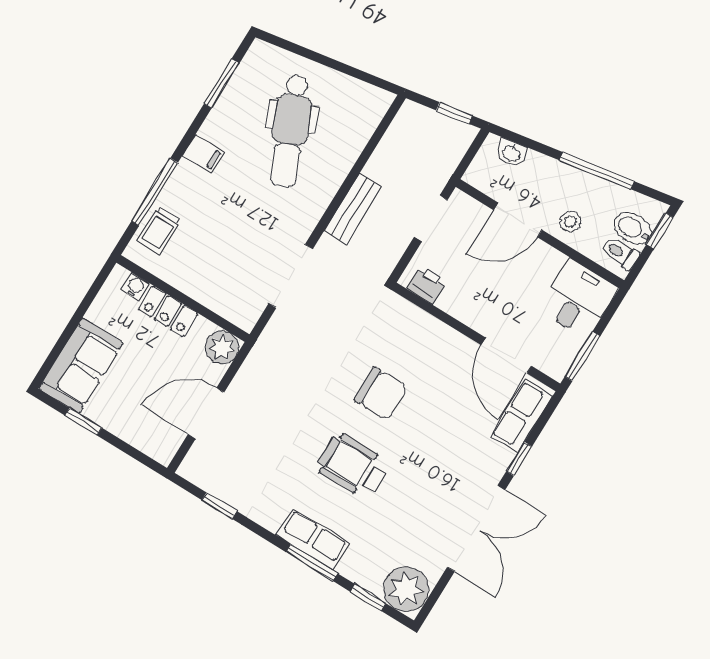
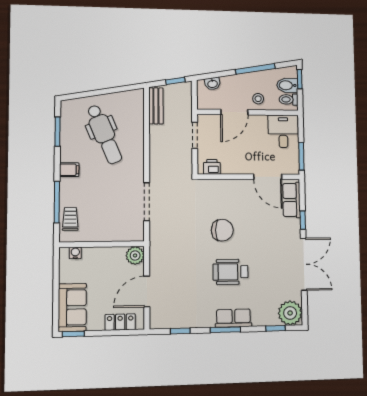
bench: (353, 209) -> (156, 106), moved
trolley: (159, 230) -> (70, 219), turned 180
locker: (168, 311) -> (120, 322), moved, turned 180
window: (83, 422) -> (73, 334), moved
window: (312, 563) -> (225, 330), moved

